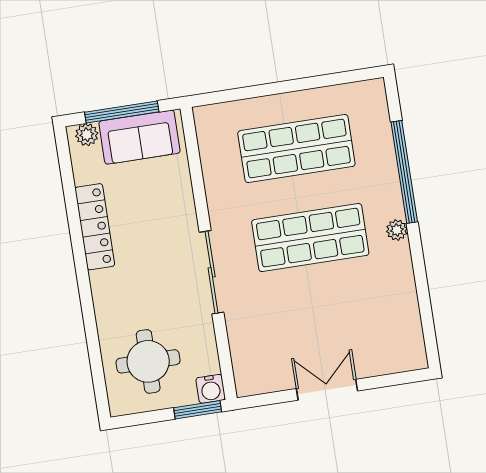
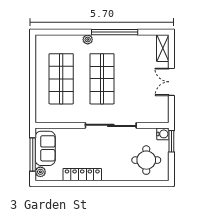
window: (404, 172) -> (115, 32), moved
plant: (397, 230) -> (88, 39), moved
sliding door: (212, 272) -> (111, 125), width x1.36
shelving: (398, 360) -> (163, 48), added

